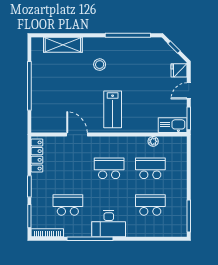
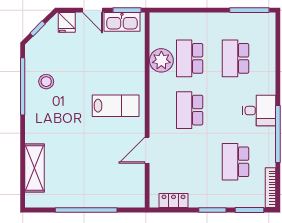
stool: (100, 65) -> (46, 82), moved
kitchen sink: (173, 125) -> (122, 22), moved, turned -90
plant: (153, 141) -> (161, 60), width x1.87, depth x1.87
locker: (37, 155) -> (173, 200), width x0.66
desk: (109, 224) -> (259, 111), width x0.73

